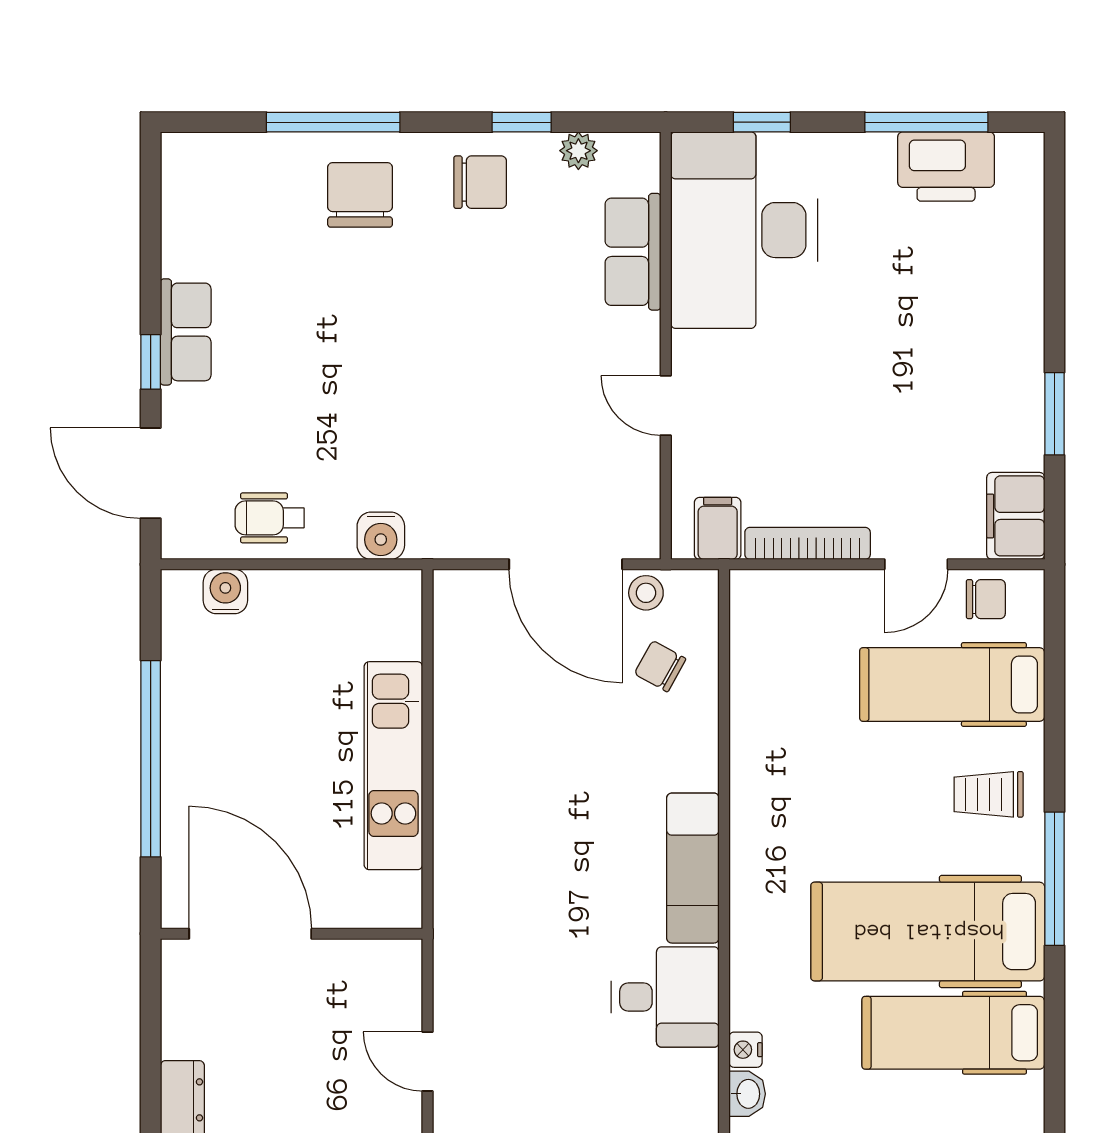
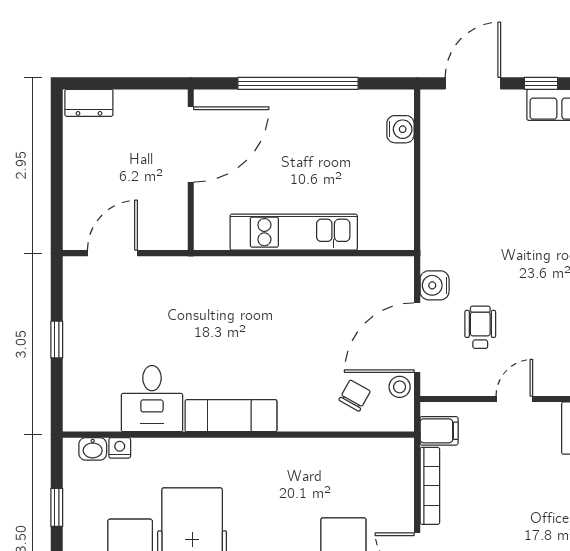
wheelchair: (270, 518) -> (480, 327), moved
water cooler: (381, 536) -> (435, 285), moved
door: (428, 1062) -> (112, 253), width x1.38

